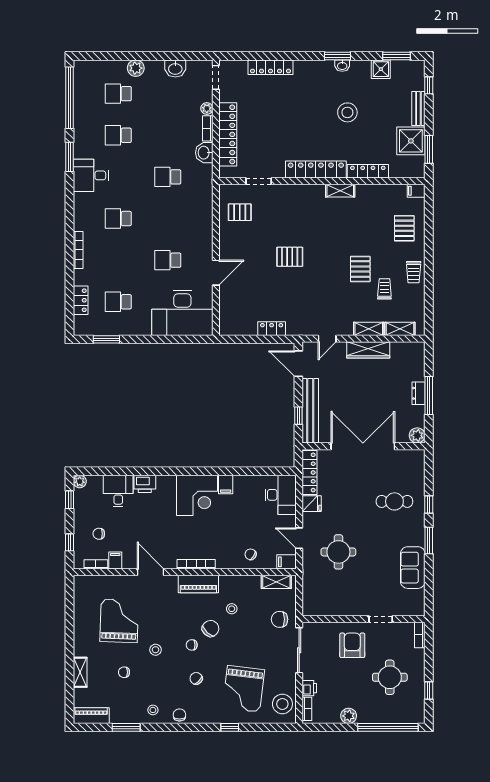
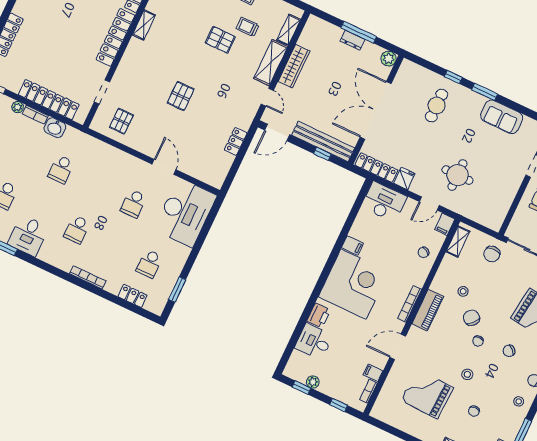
shelving: (369, 329) -> (271, 63), width x1.50, depth x1.33
plant: (80, 481) -> (313, 382), moved
corner desk: (197, 495) -> (353, 284), width x1.36, depth x1.36
chair: (99, 534) -> (343, 376), removed

